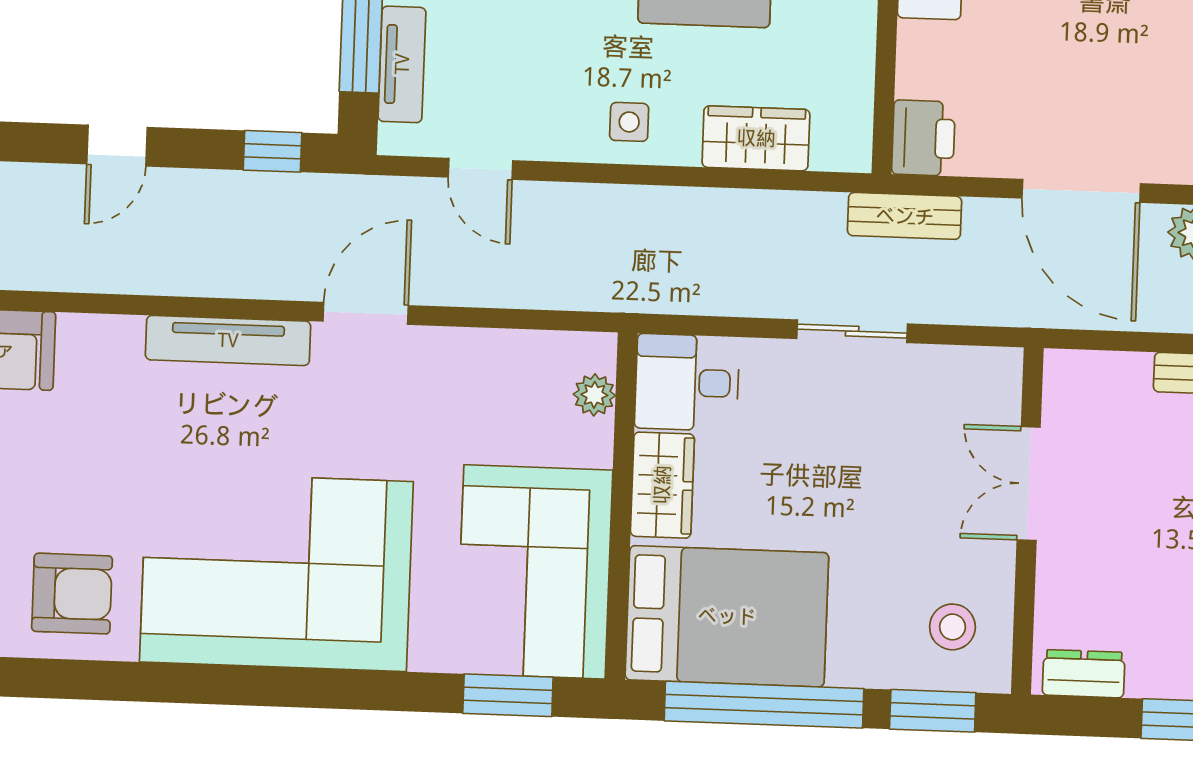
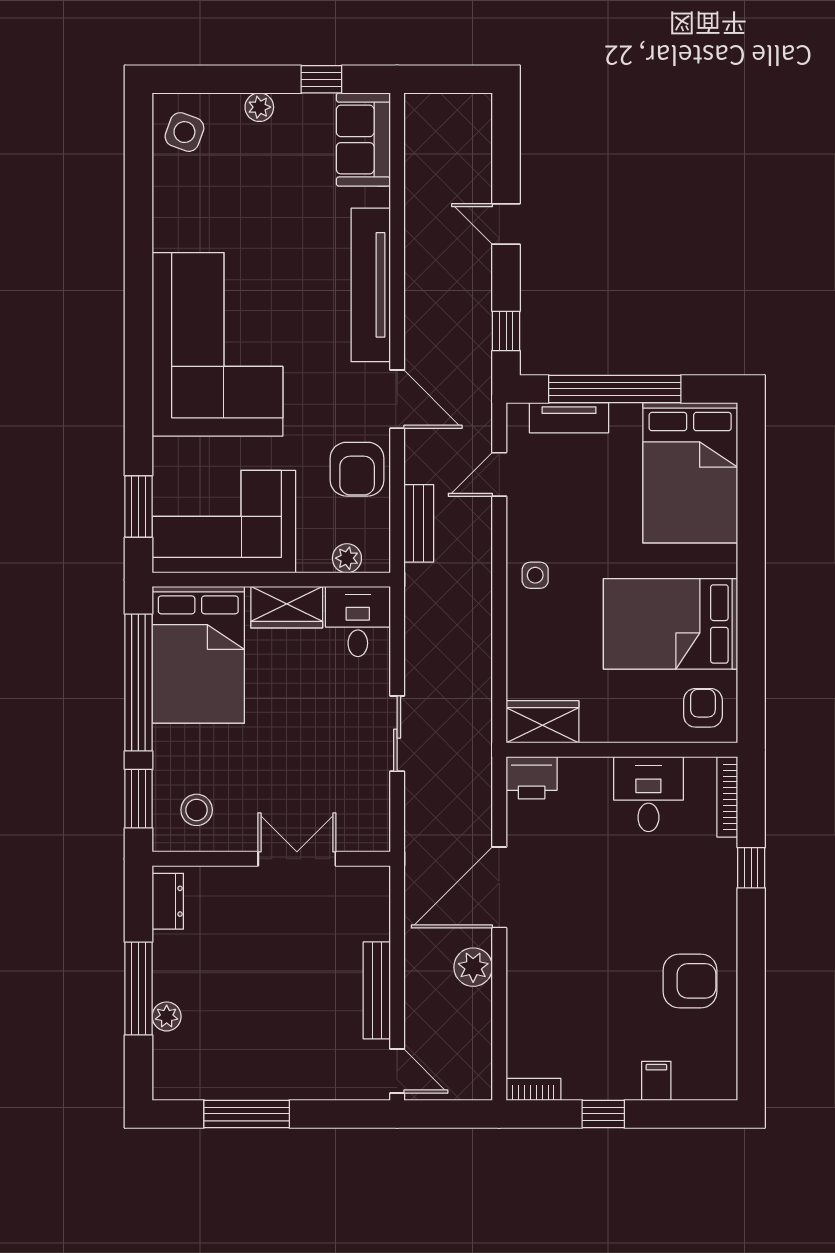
wardrobe: (756, 138) -> (542, 722), moved, turned -90
bench: (905, 216) -> (419, 523), moved
tv unit: (228, 340) -> (371, 285), width x1.36, depth x1.29
armchair: (72, 594) -> (357, 469), moved

